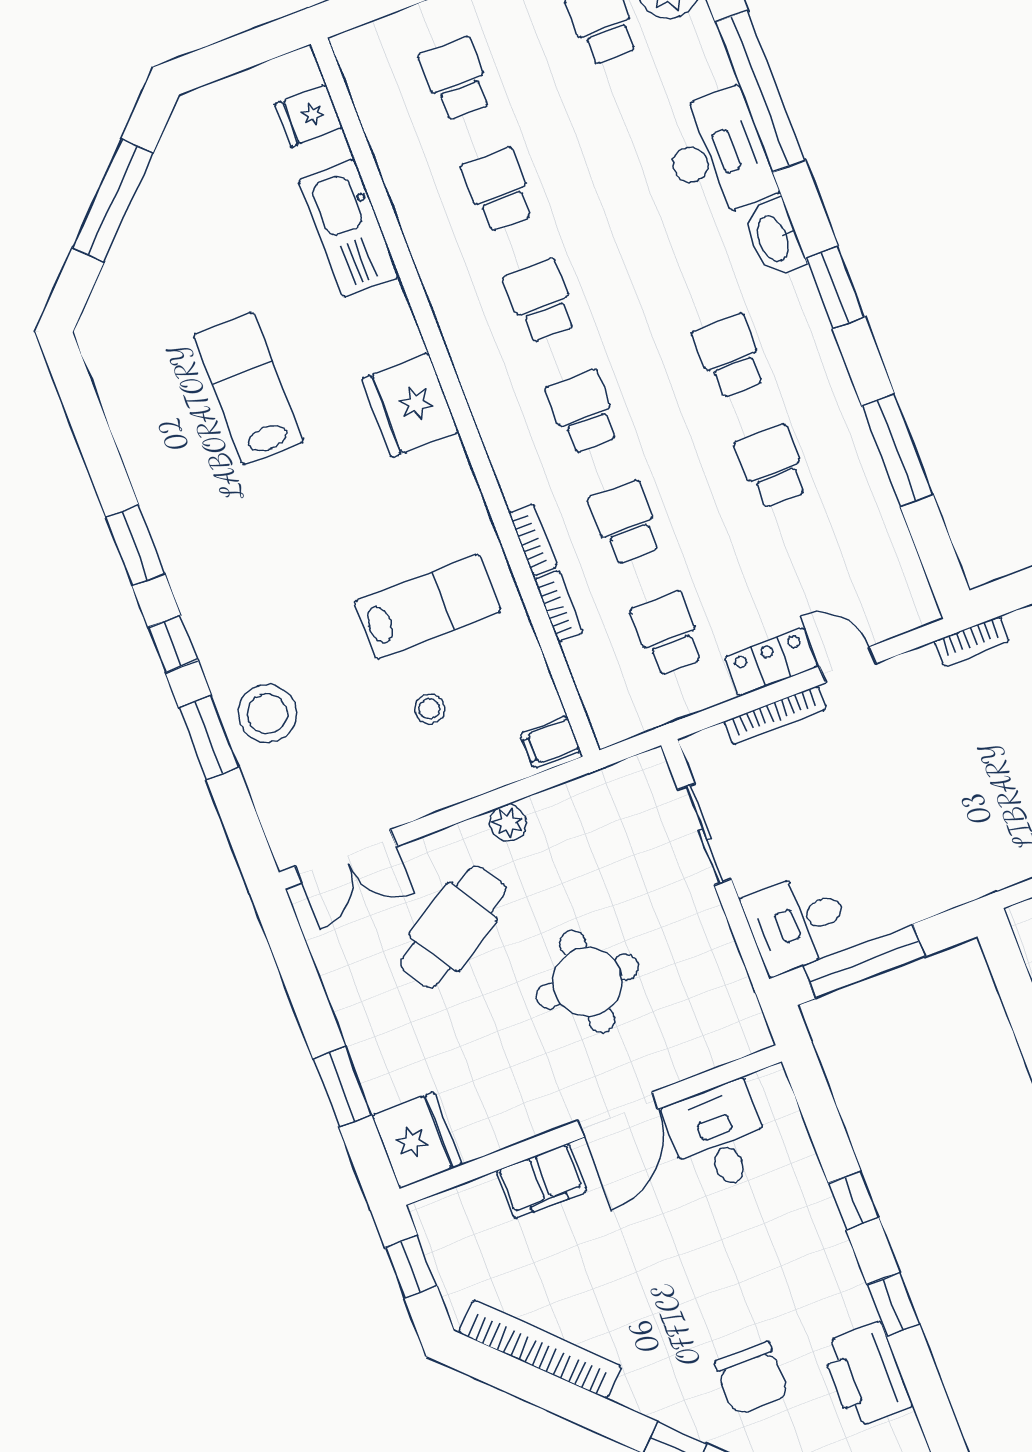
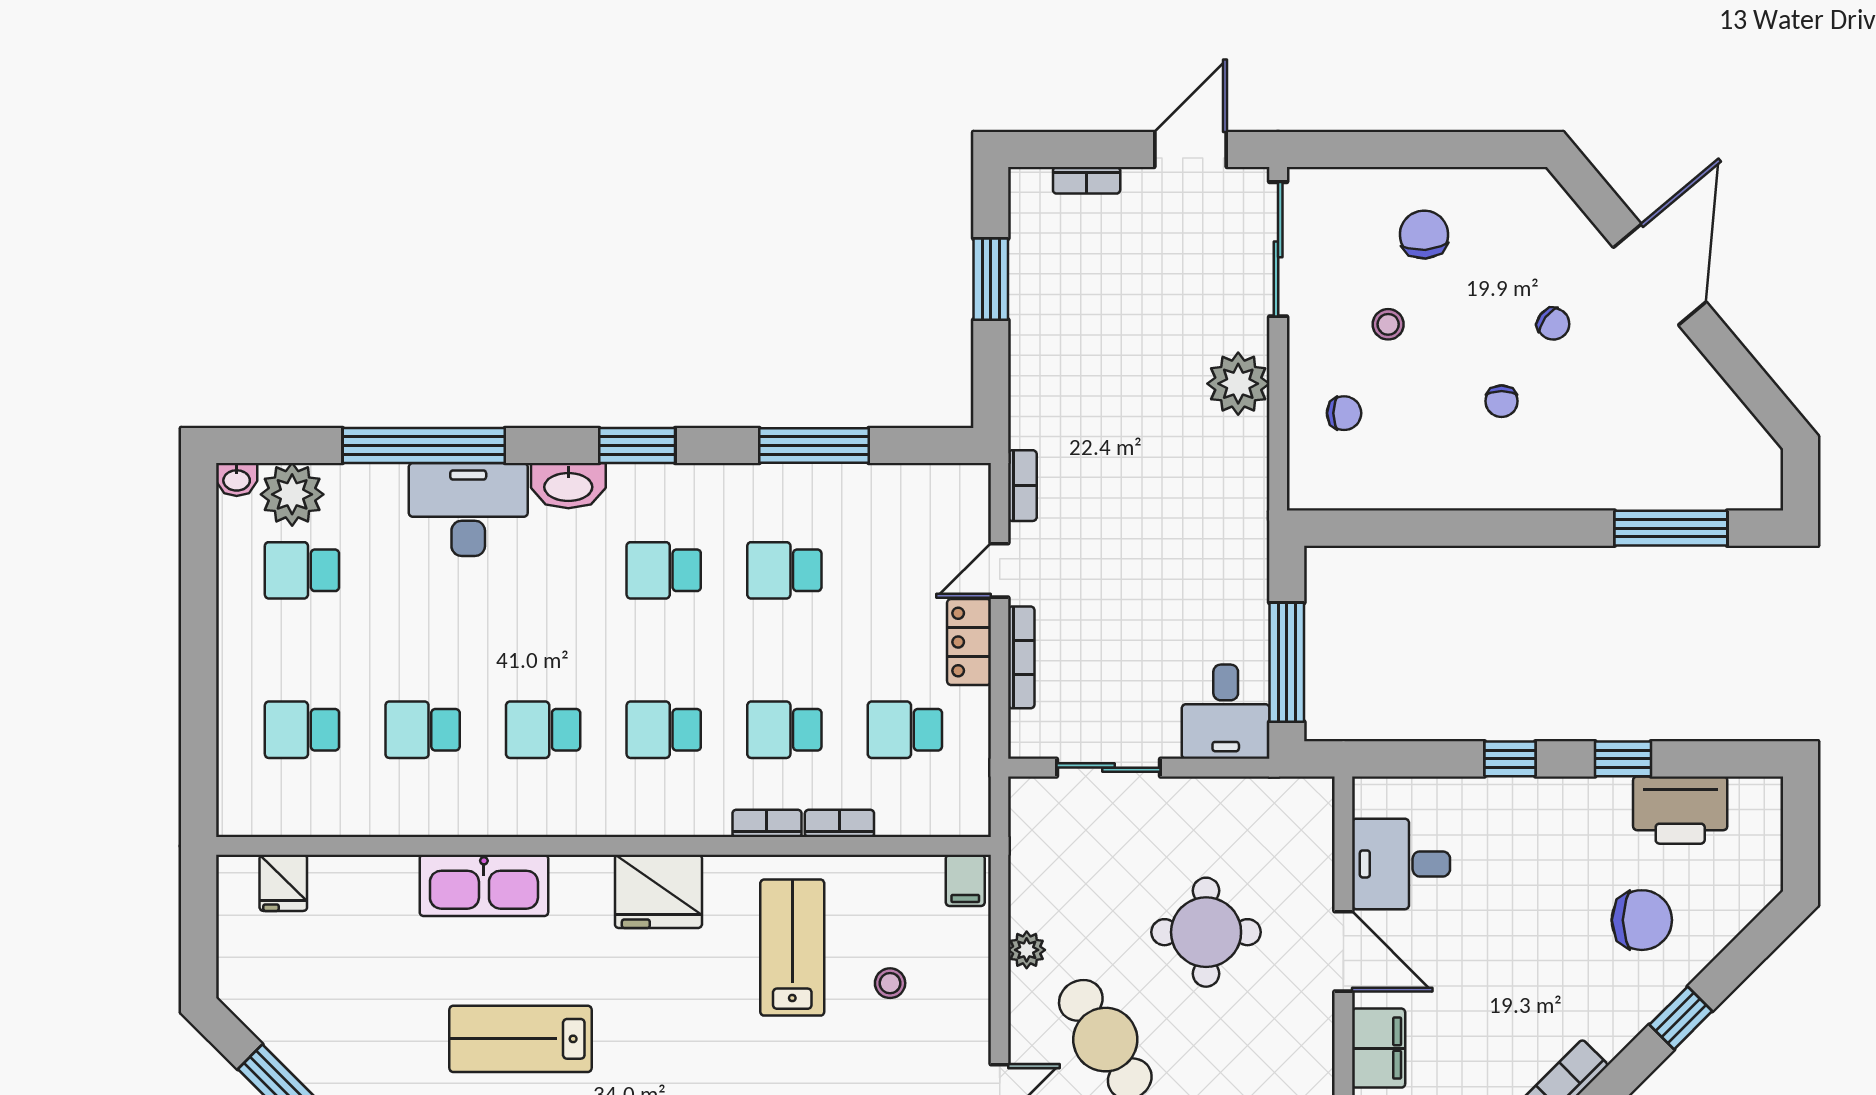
kitchen sink: (349, 228) -> (484, 885), moved
fridge: (410, 405) -> (658, 891), moved
bookcase: (972, 641) -> (1022, 486), moved

